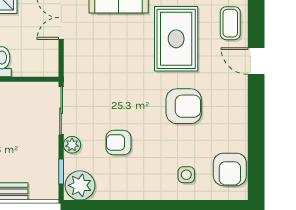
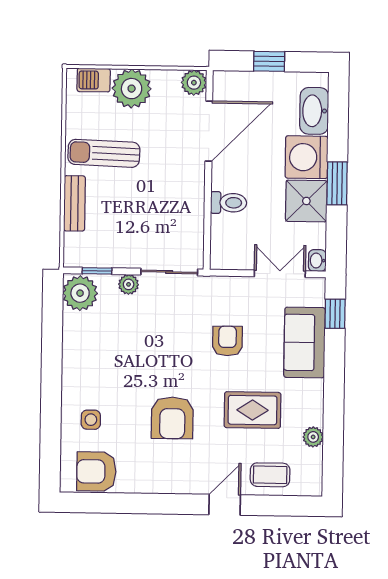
rug: (176, 39) -> (253, 410), width x0.73, depth x0.70
armchair: (118, 143) -> (227, 341), moved

